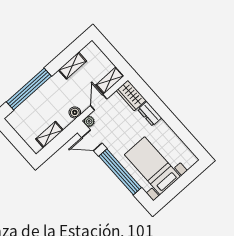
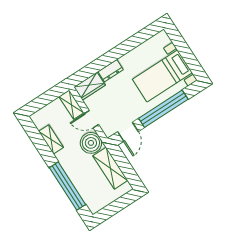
boiler: (75, 112) -> (91, 143), width x1.86, depth x1.86
plant: (89, 121) -> (109, 132), removed
shelving: (50, 135) -> (110, 168), width x1.50, depth x1.33

